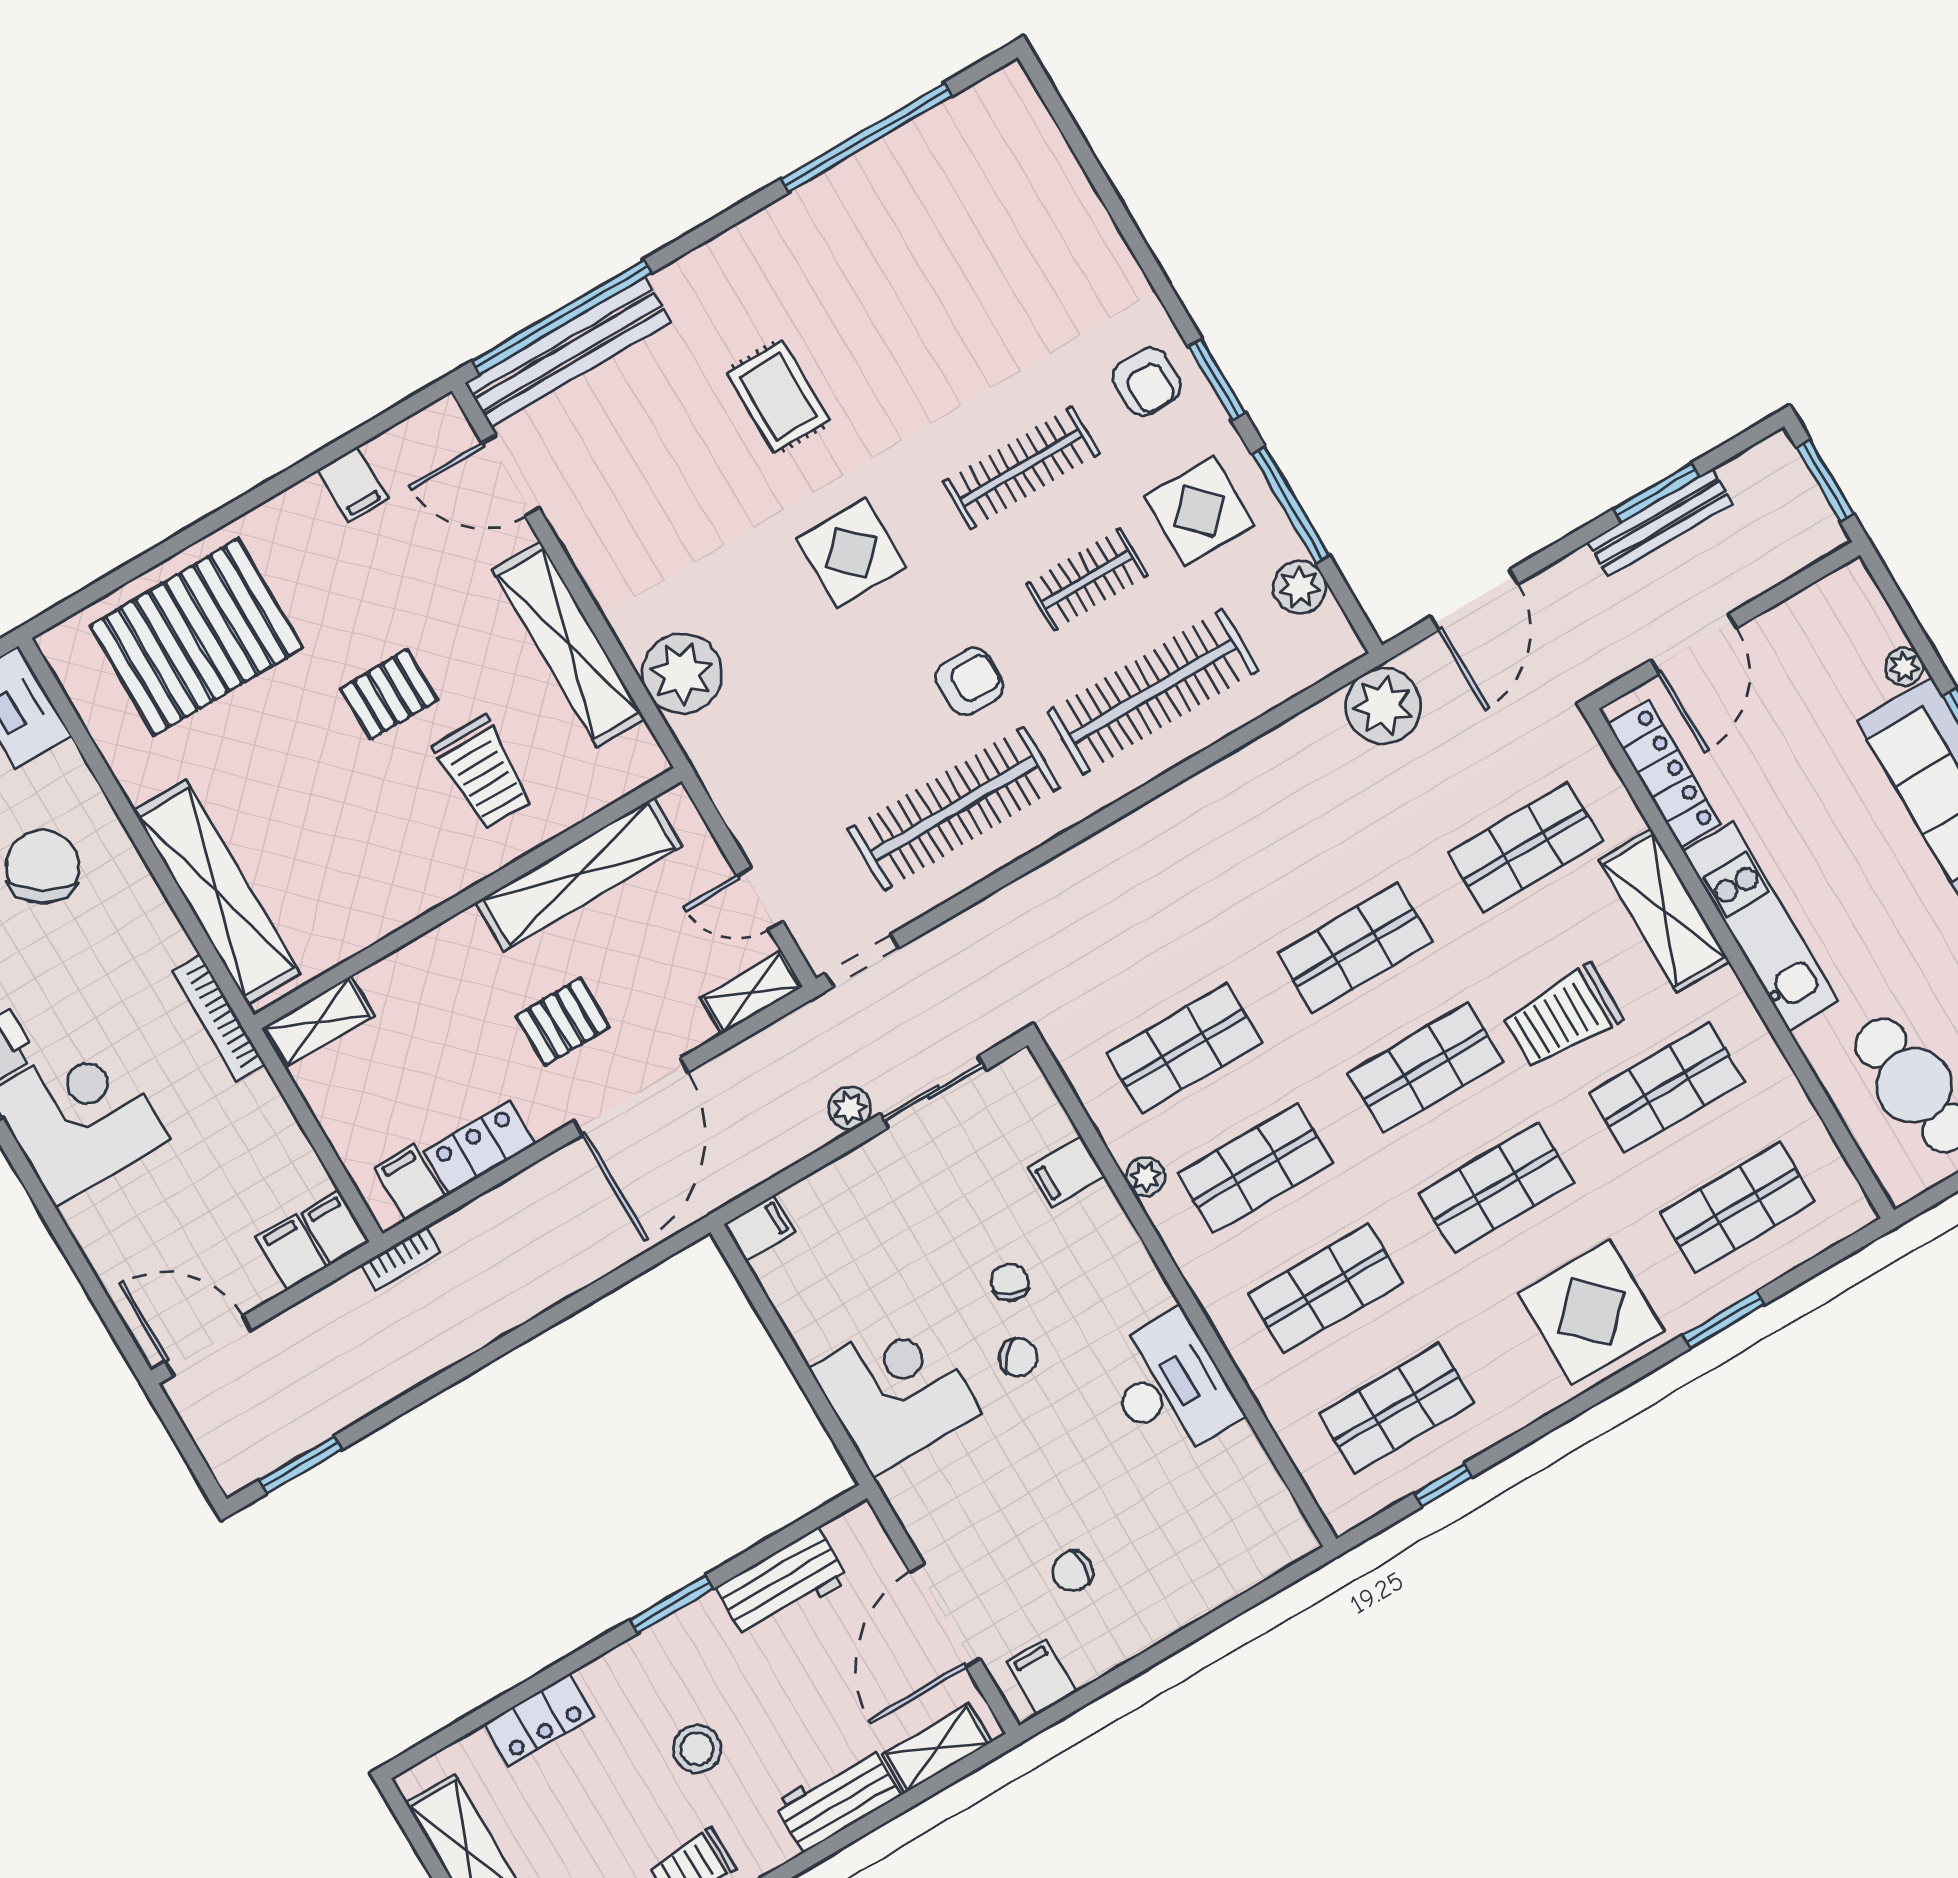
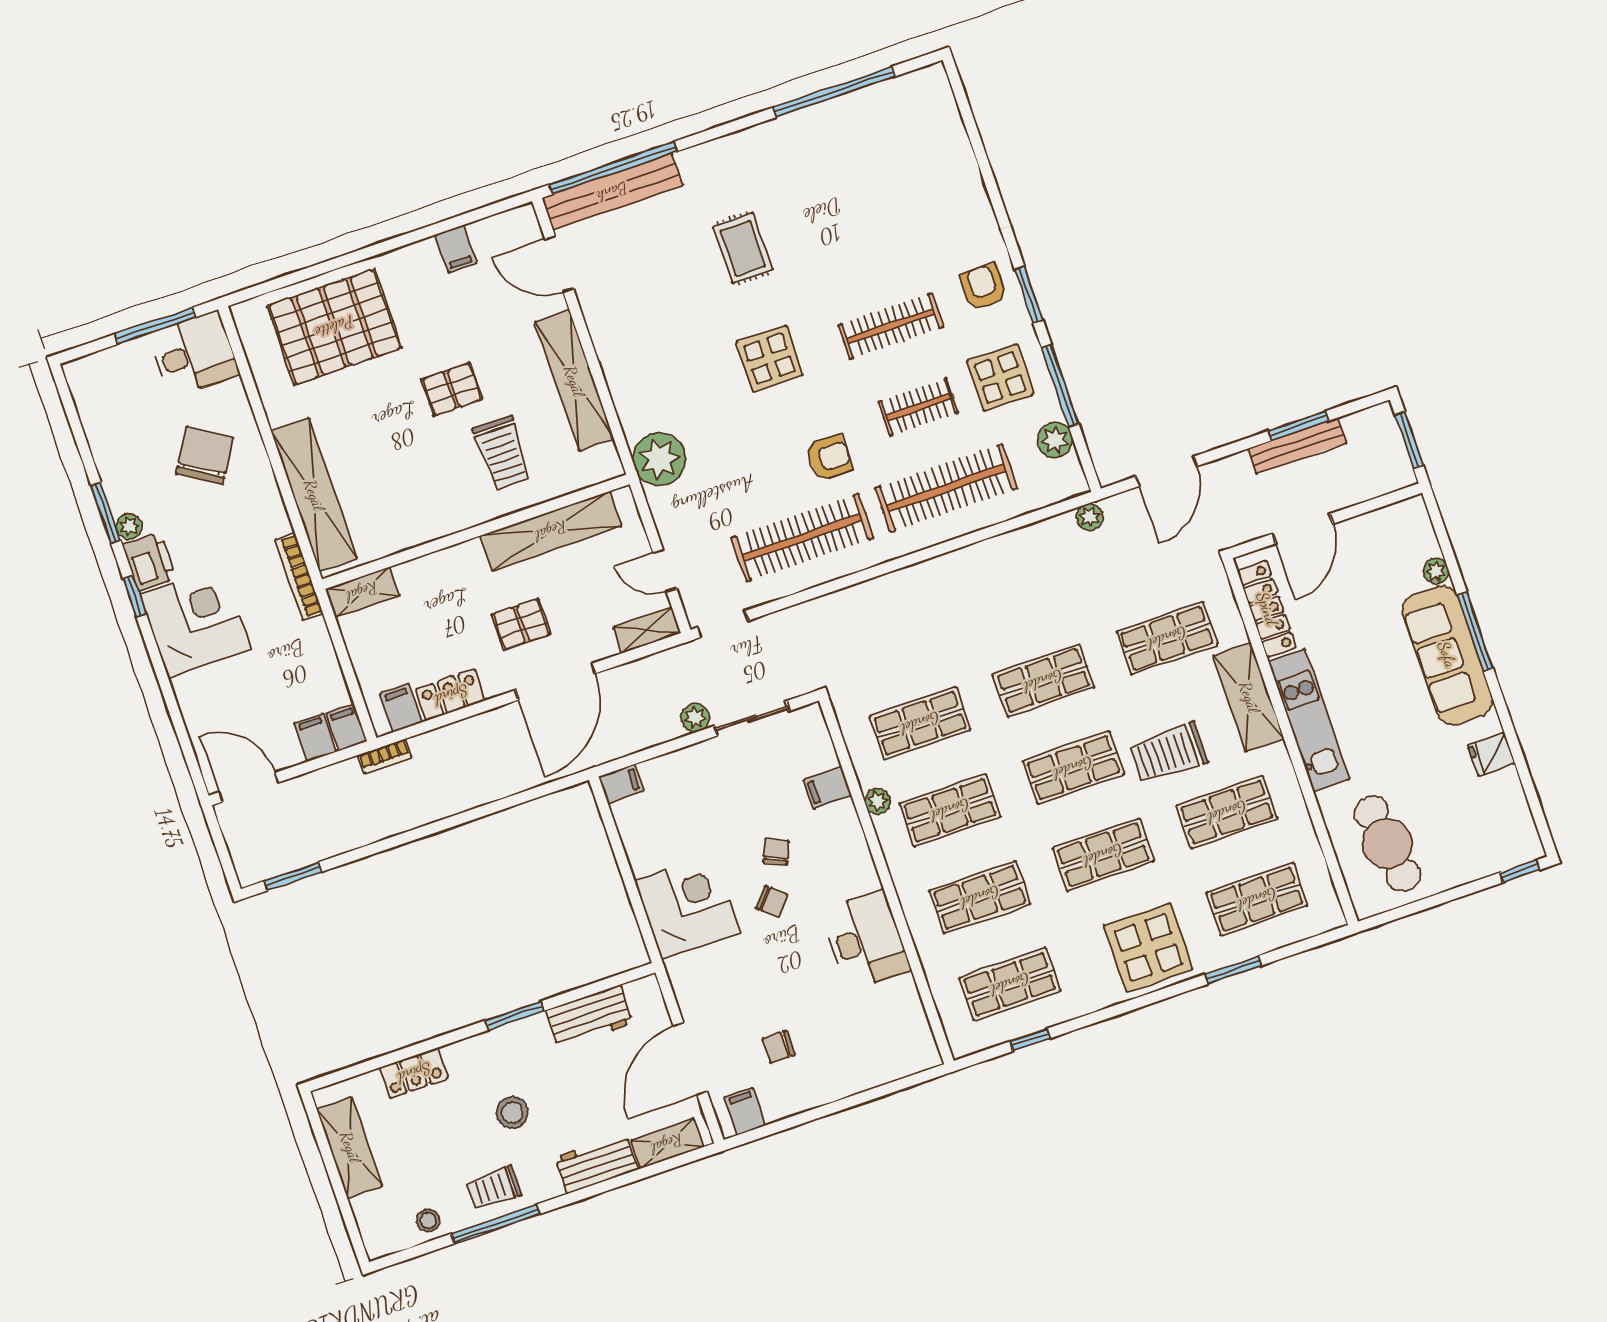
armchair: (1147, 382) -> (983, 287), turned 180
plant: (682, 673) -> (659, 459), moved
plant: (1383, 706) -> (1090, 517), width x0.53, depth x0.53

